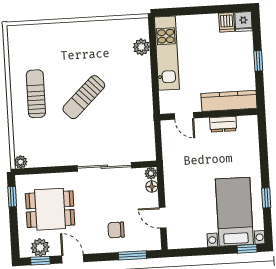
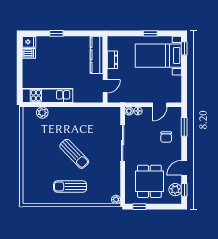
kitchen counter: (229, 101) -> (97, 55), moved
wall: (209, 114) -> (105, 69), moved
door: (184, 116) -> (105, 86), moved
dresser: (223, 124) -> (112, 60), moved

